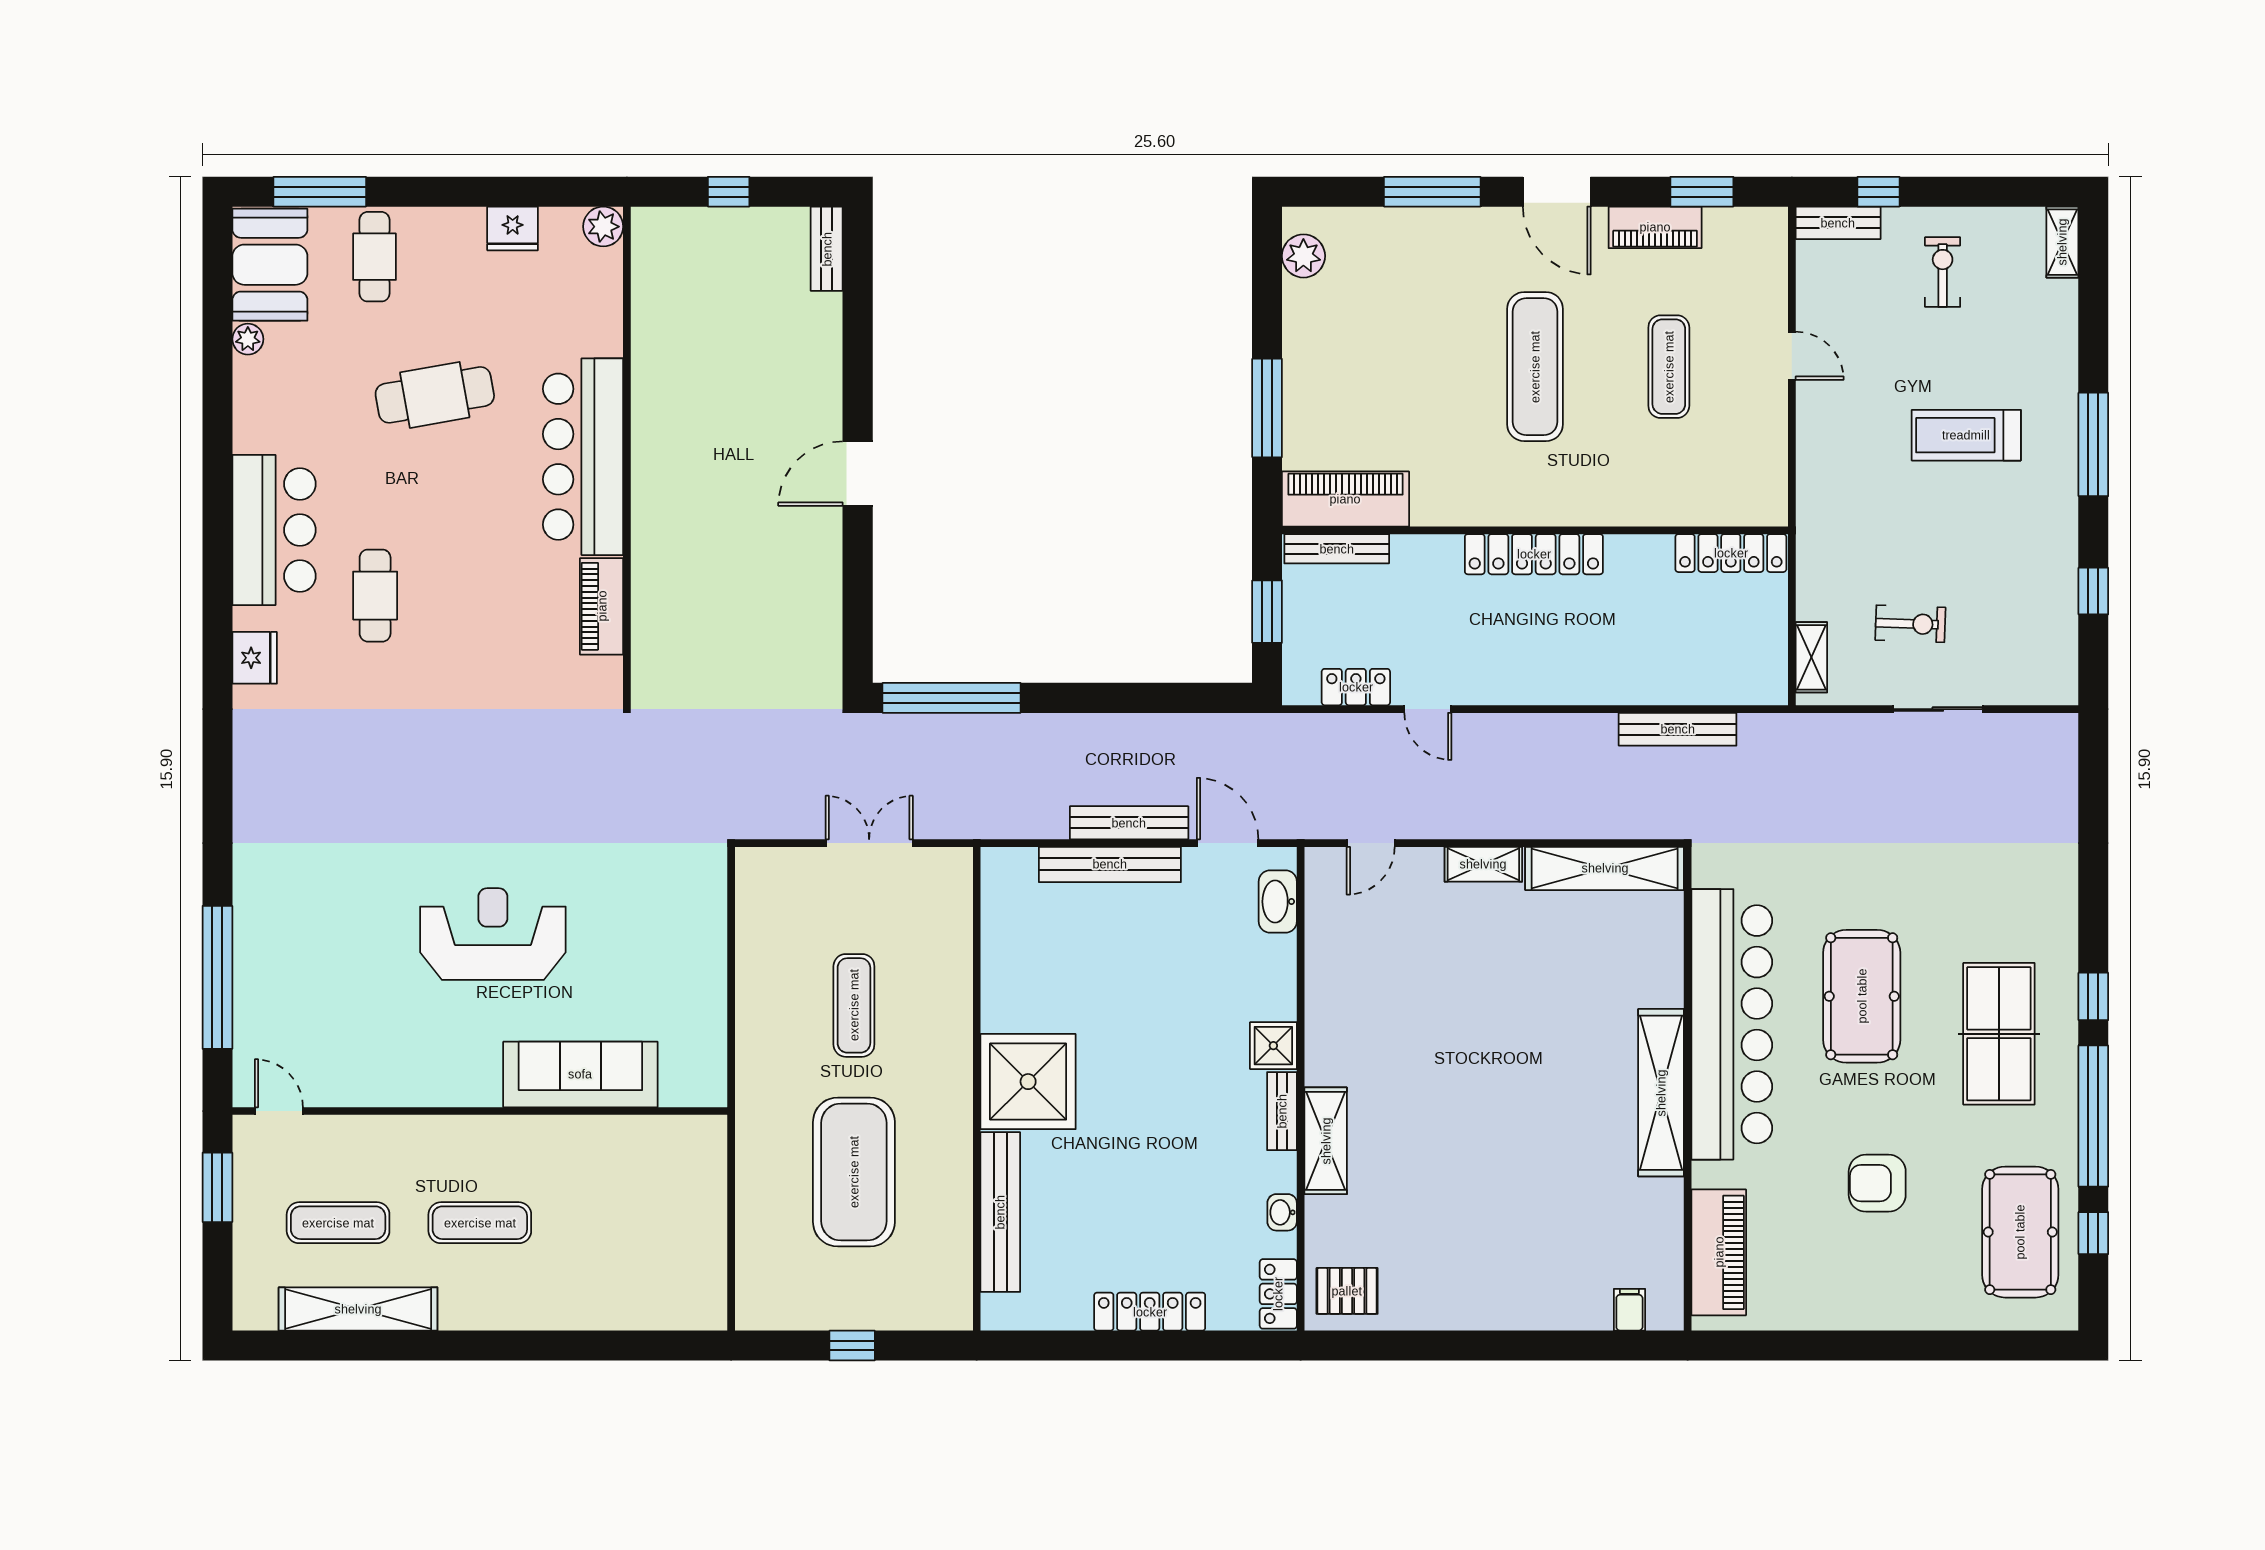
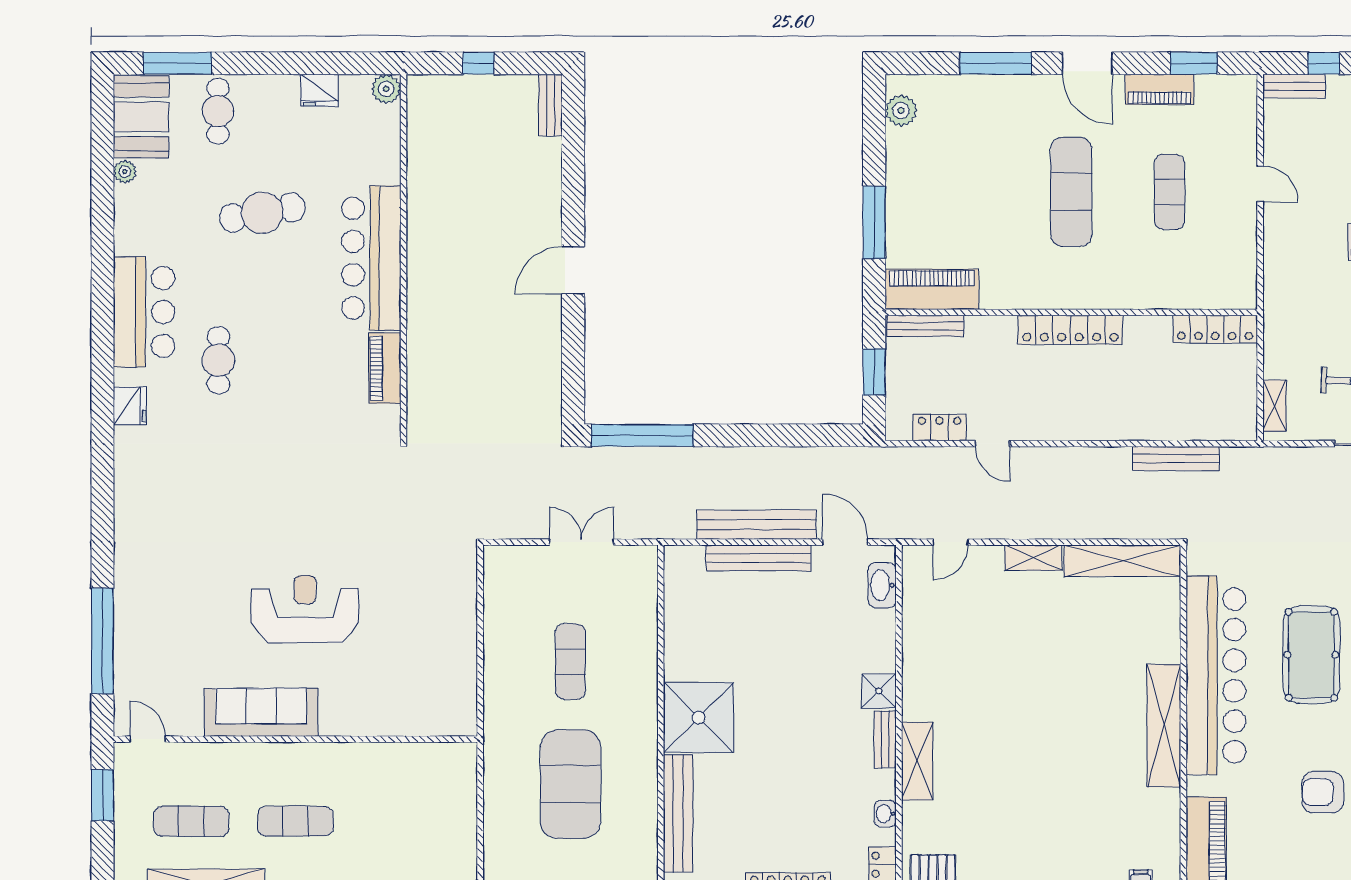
bench: (1129, 823) -> (757, 525), width x1.37, depth x1.21
sofa: (580, 1074) -> (261, 712), moved

